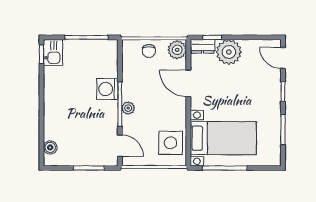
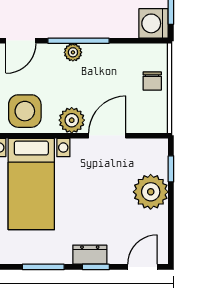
dresser: (203, 46) -> (90, 255), moved, turned 90
plant: (177, 50) -> (72, 120), moved
chair: (149, 51) -> (152, 81), turned -90
washing machine: (107, 89) -> (154, 23), moved, turned -90

